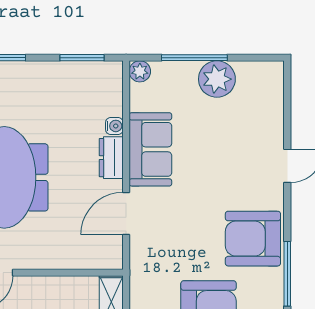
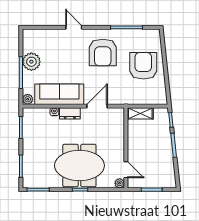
sofa: (150, 149) -> (59, 94), width x1.36
door: (126, 213) -> (97, 106), swing flipped
armchair: (253, 239) -> (103, 53), moved

